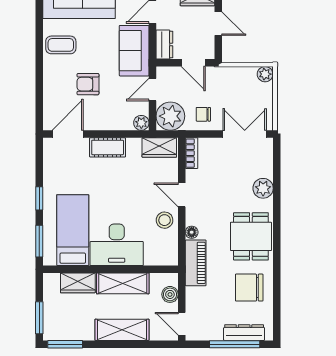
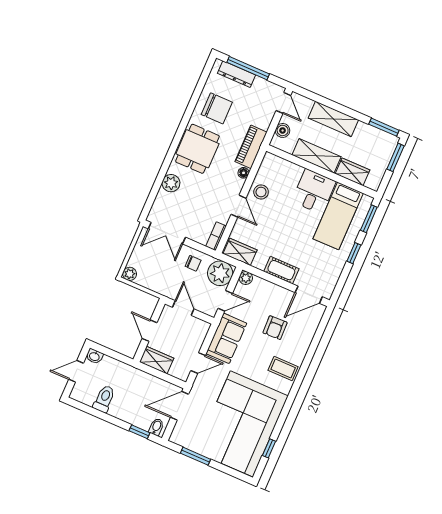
dresser: (164, 44) -> (200, 333), removed
armchair: (88, 84) -> (275, 328), turned 88
desk: (117, 245) -> (314, 191), width x0.73

